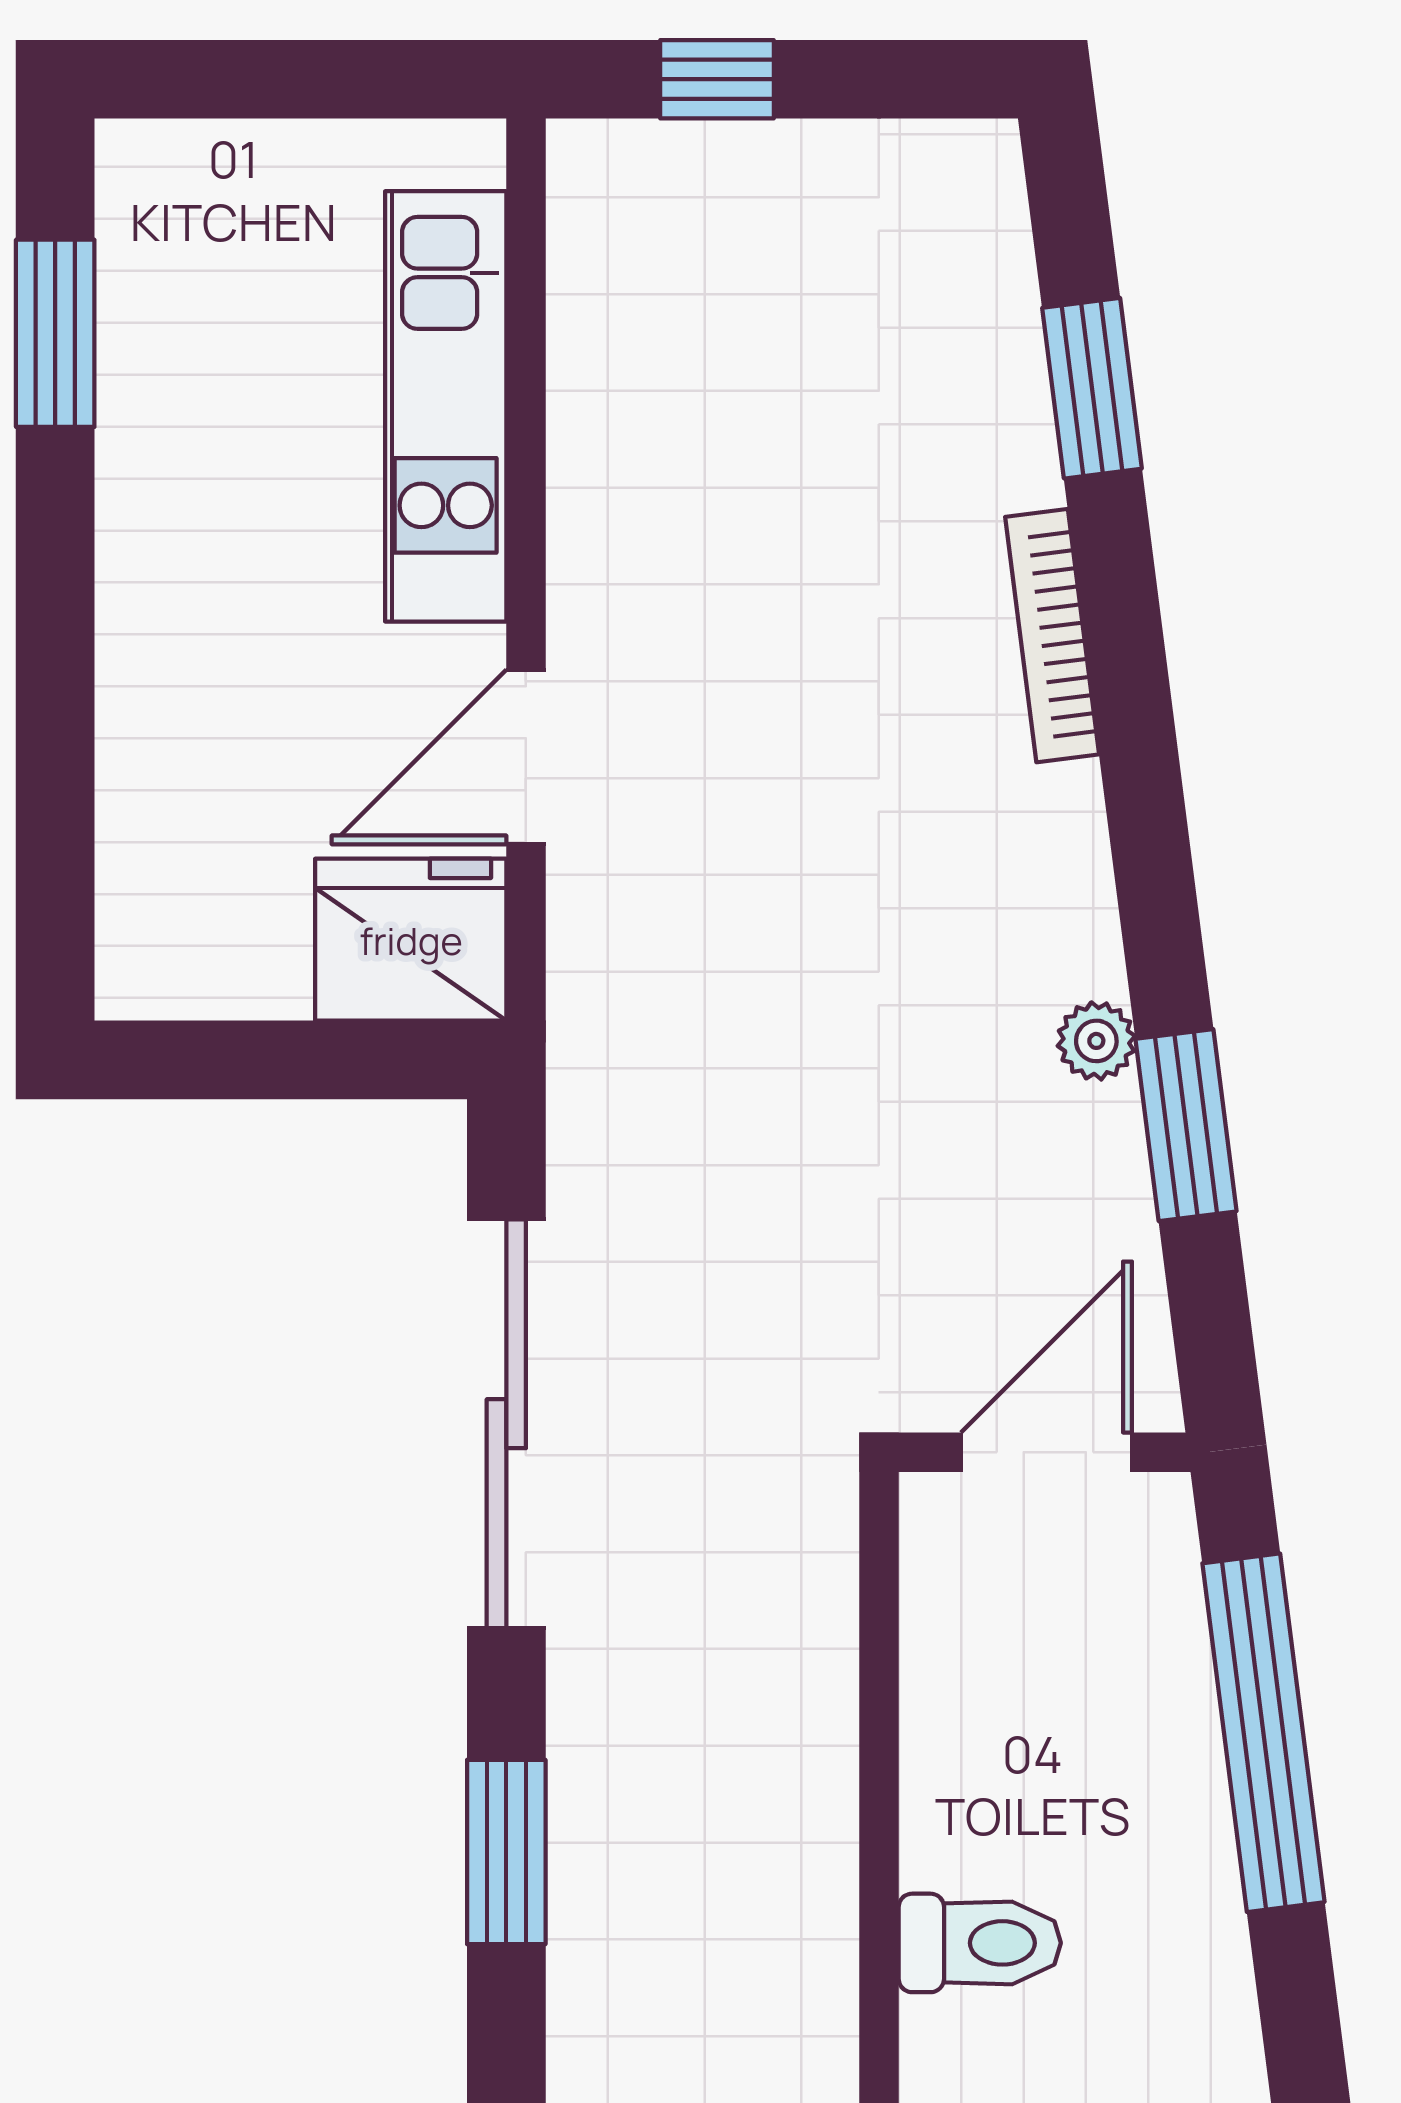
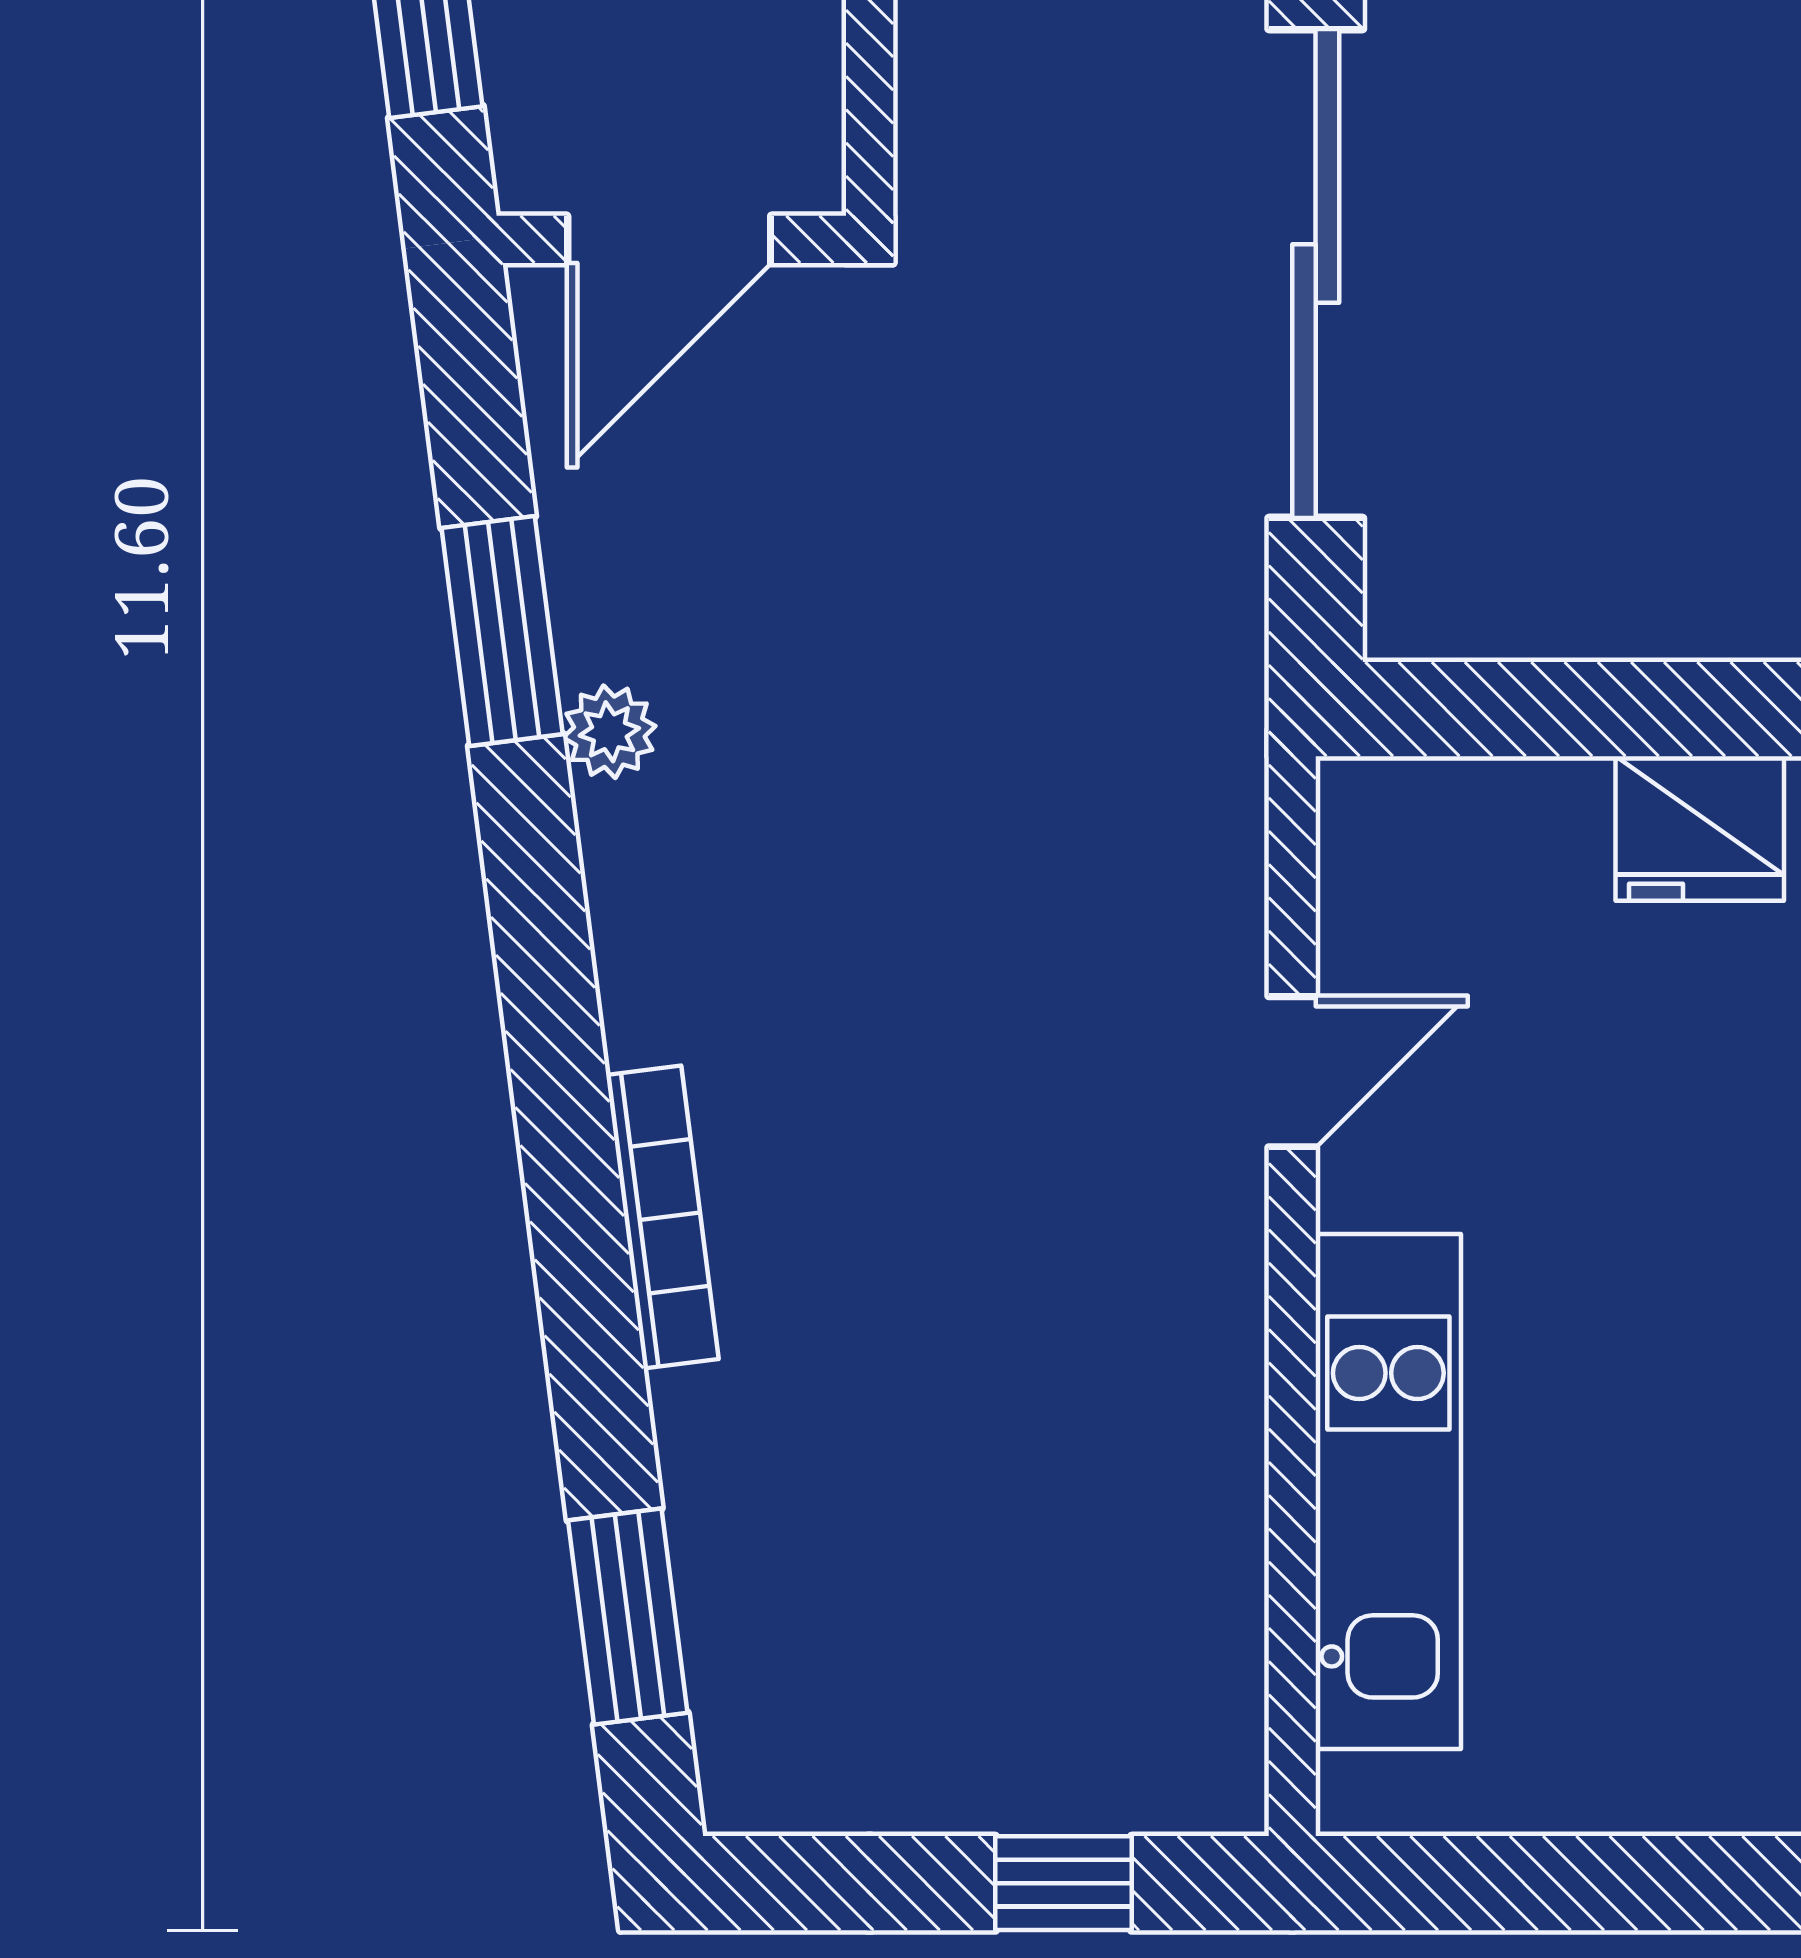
window: (1092, 388) -> (628, 1617), moved
door: (526, 757) -> (1292, 1072), width x0.73
fridge: (411, 940) -> (1700, 828), moved, width x0.73, depth x0.75

